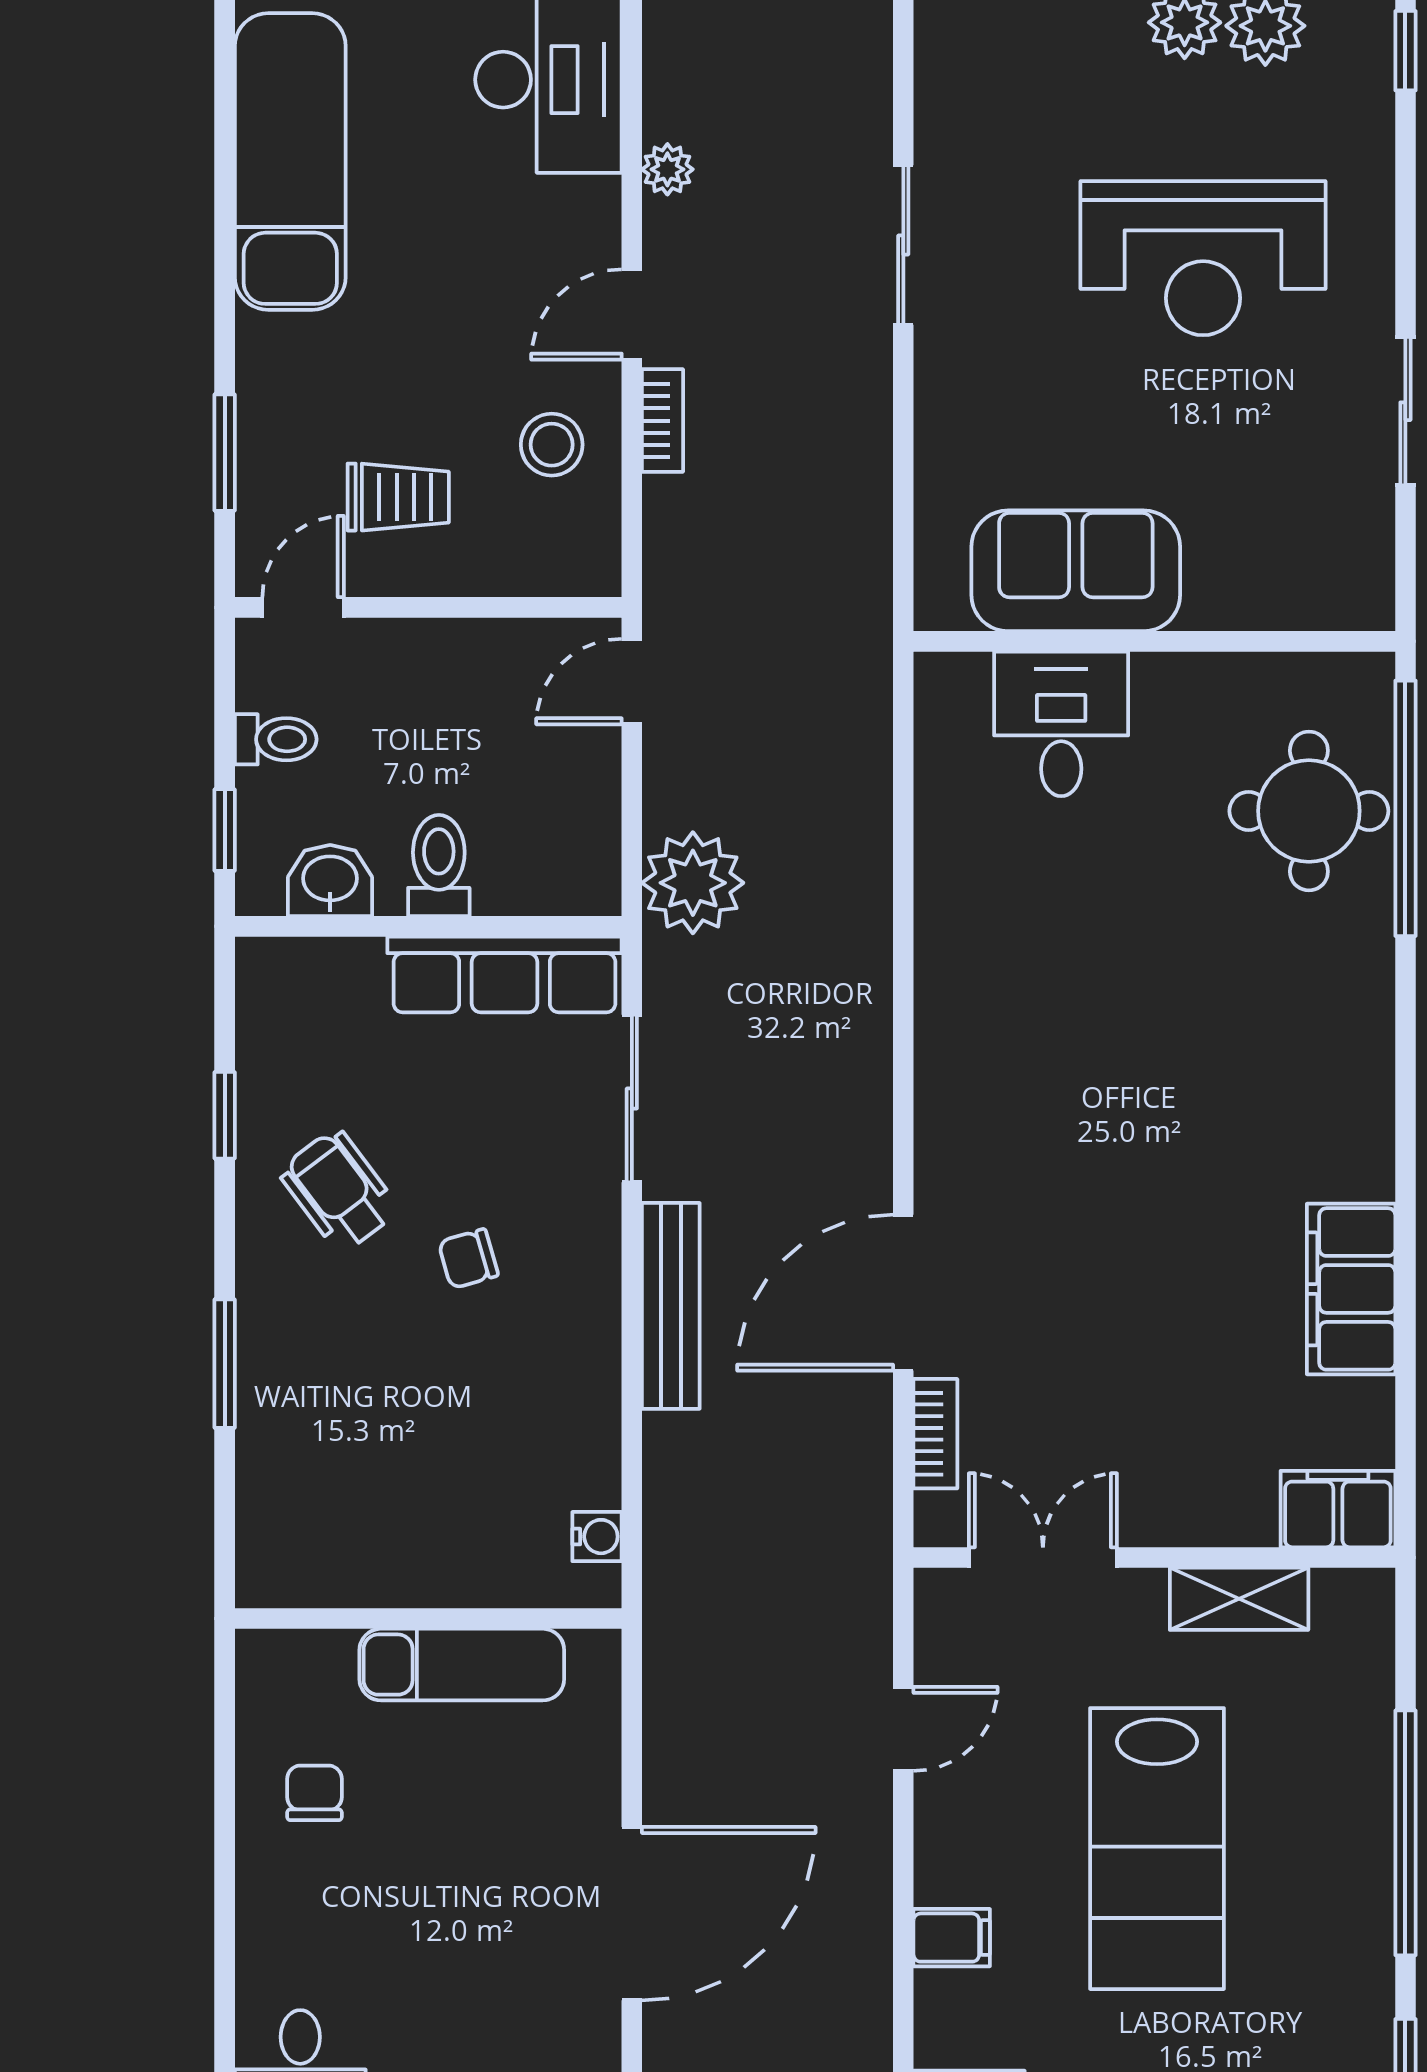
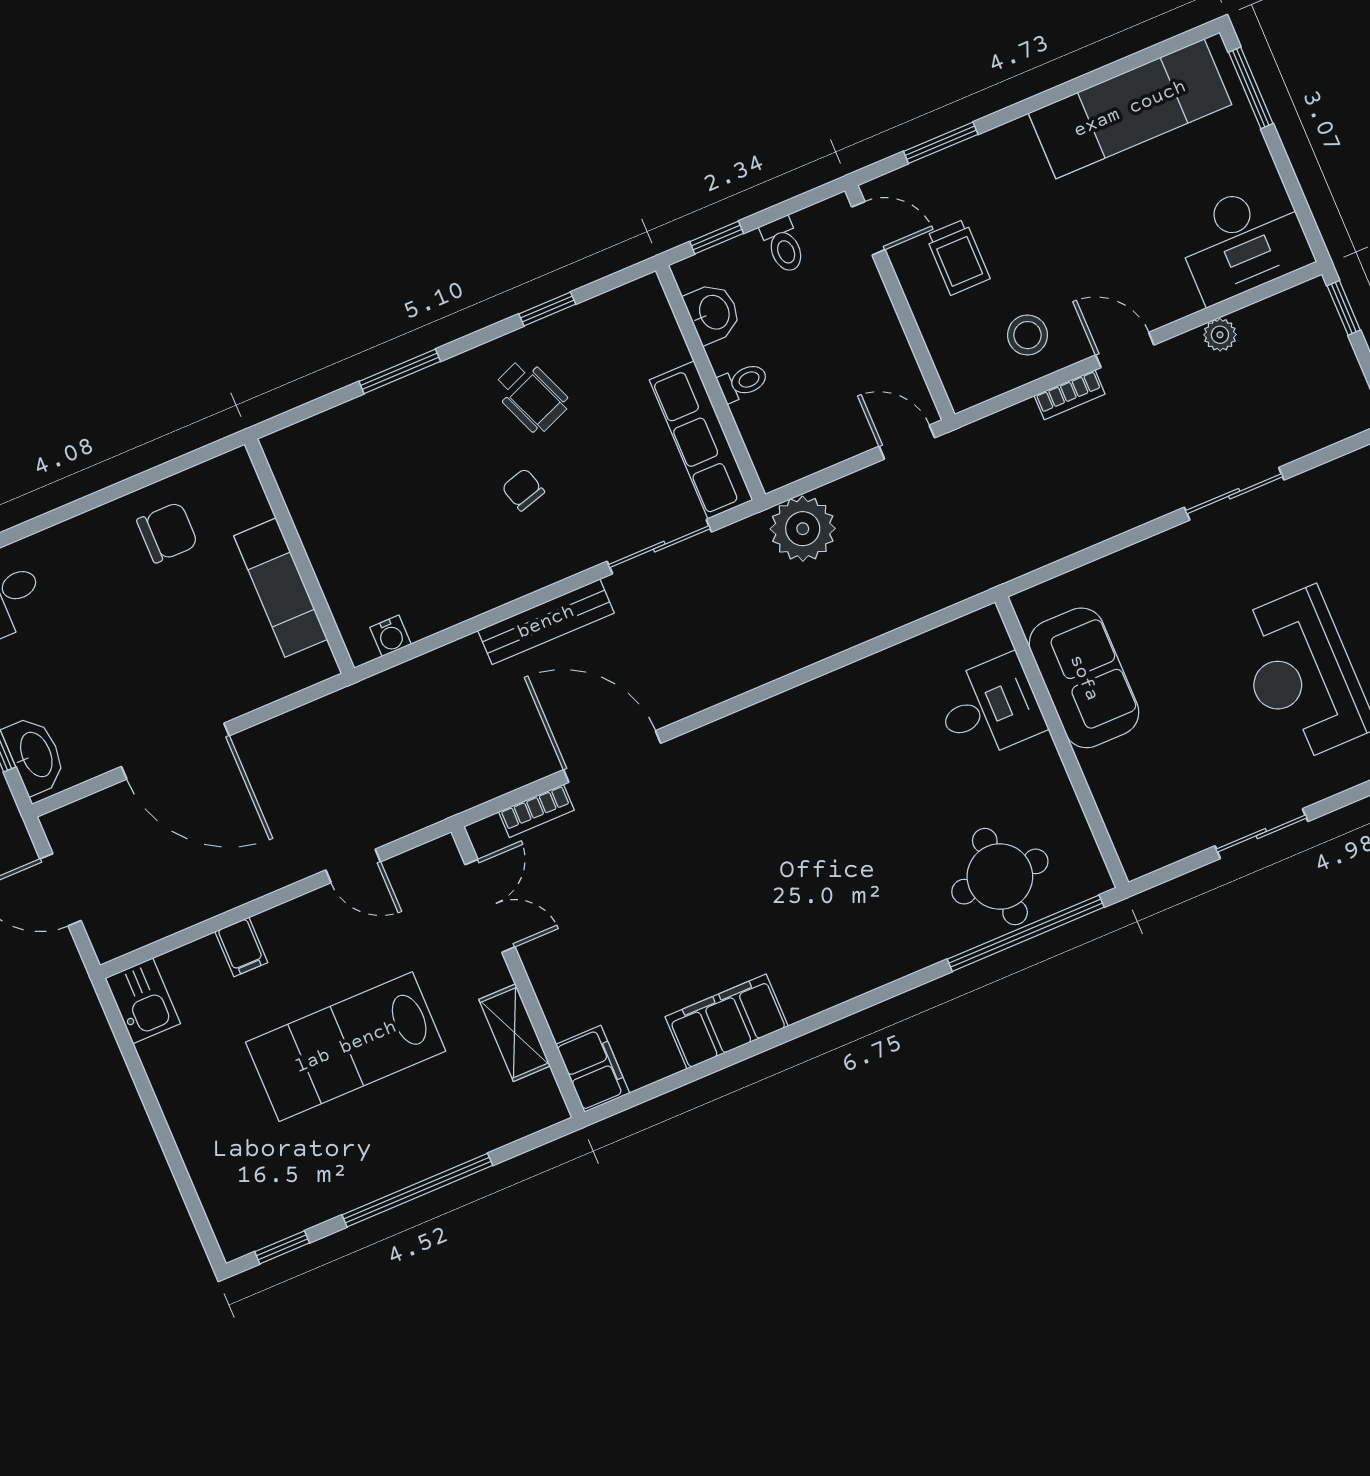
toilet: (439, 866) -> (743, 382), width x0.73, depth x0.72
wheelchair: (339, 1191) -> (531, 396), turned 105
chair: (314, 1793) -> (167, 532), width x1.37, depth x1.37

